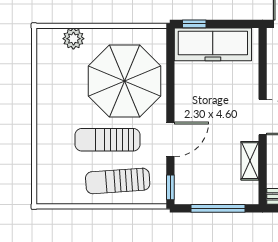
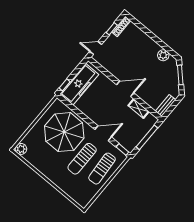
plant: (73, 39) -> (21, 149), moved
door: (170, 139) -> (103, 133), hinge flipped

